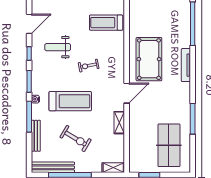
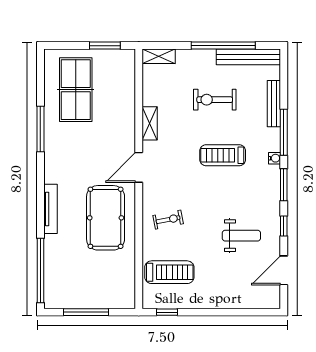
exercise bike: (89, 66) -> (168, 220), moved
treadmill: (70, 101) -> (223, 155), width x0.73, depth x0.73
exercise bike: (76, 139) -> (215, 100), turned -31

